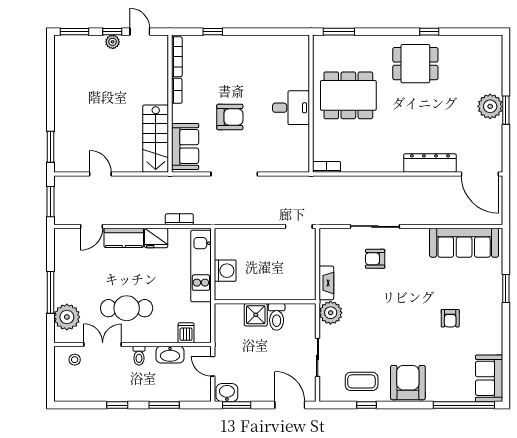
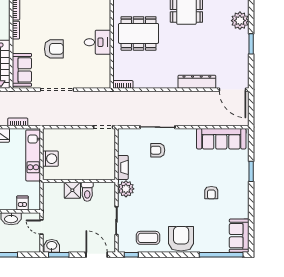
plant: (490, 106) -> (240, 21), moved
window: (366, 405) -> (131, 255), moved

